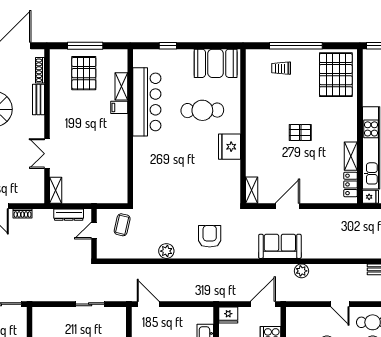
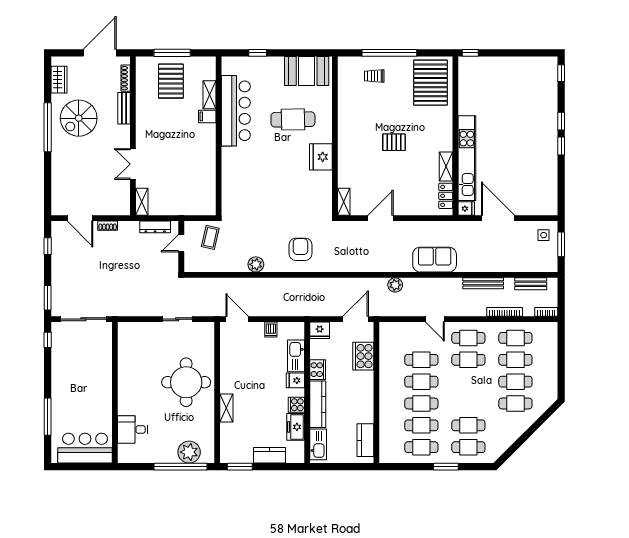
sofa: (280, 246) -> (435, 260), moved
dishwasher: (181, 314) -> (271, 330), added

